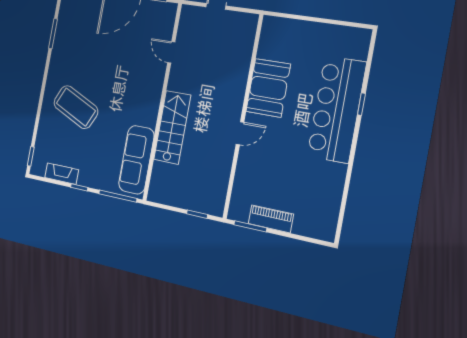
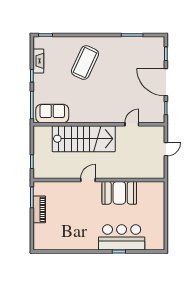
bar counter: (337, 109) -> (122, 237), width x0.73
stairs: (172, 127) -> (84, 139), width x1.36, depth x1.51
door: (240, 133) -> (88, 180), swing flipped
sofa: (136, 160) -> (52, 113), width x0.73

